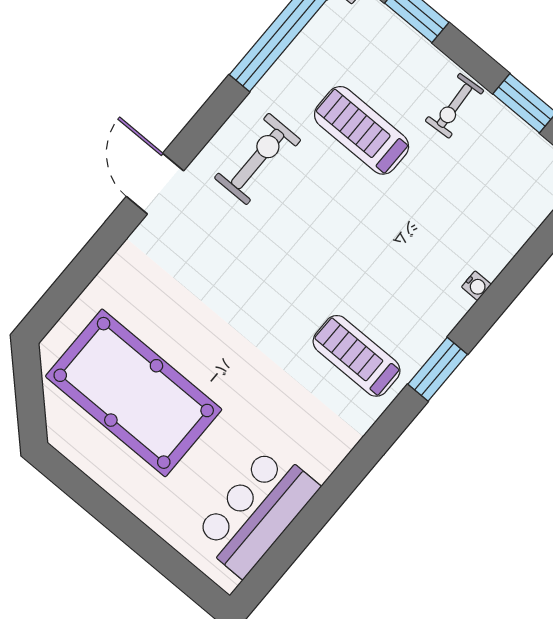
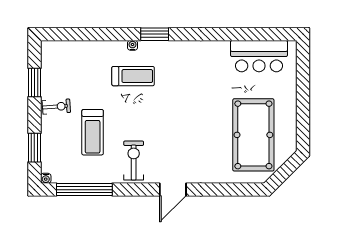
exercise bike: (258, 159) -> (134, 161), turned 90
water cooler: (476, 286) -> (133, 45), moved
treadmill: (357, 356) -> (133, 76), moved, turned -90

